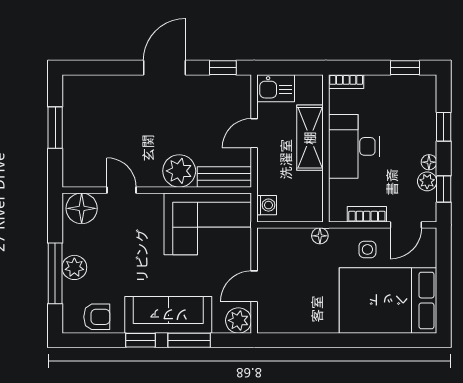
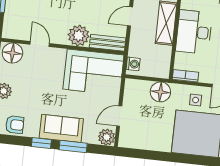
bookcase: (367, 214) -> (185, 76), moved
floor lamp: (320, 236) -> (160, 92), width x1.89, depth x1.89
sofa: (168, 315) -> (61, 128), width x0.73

